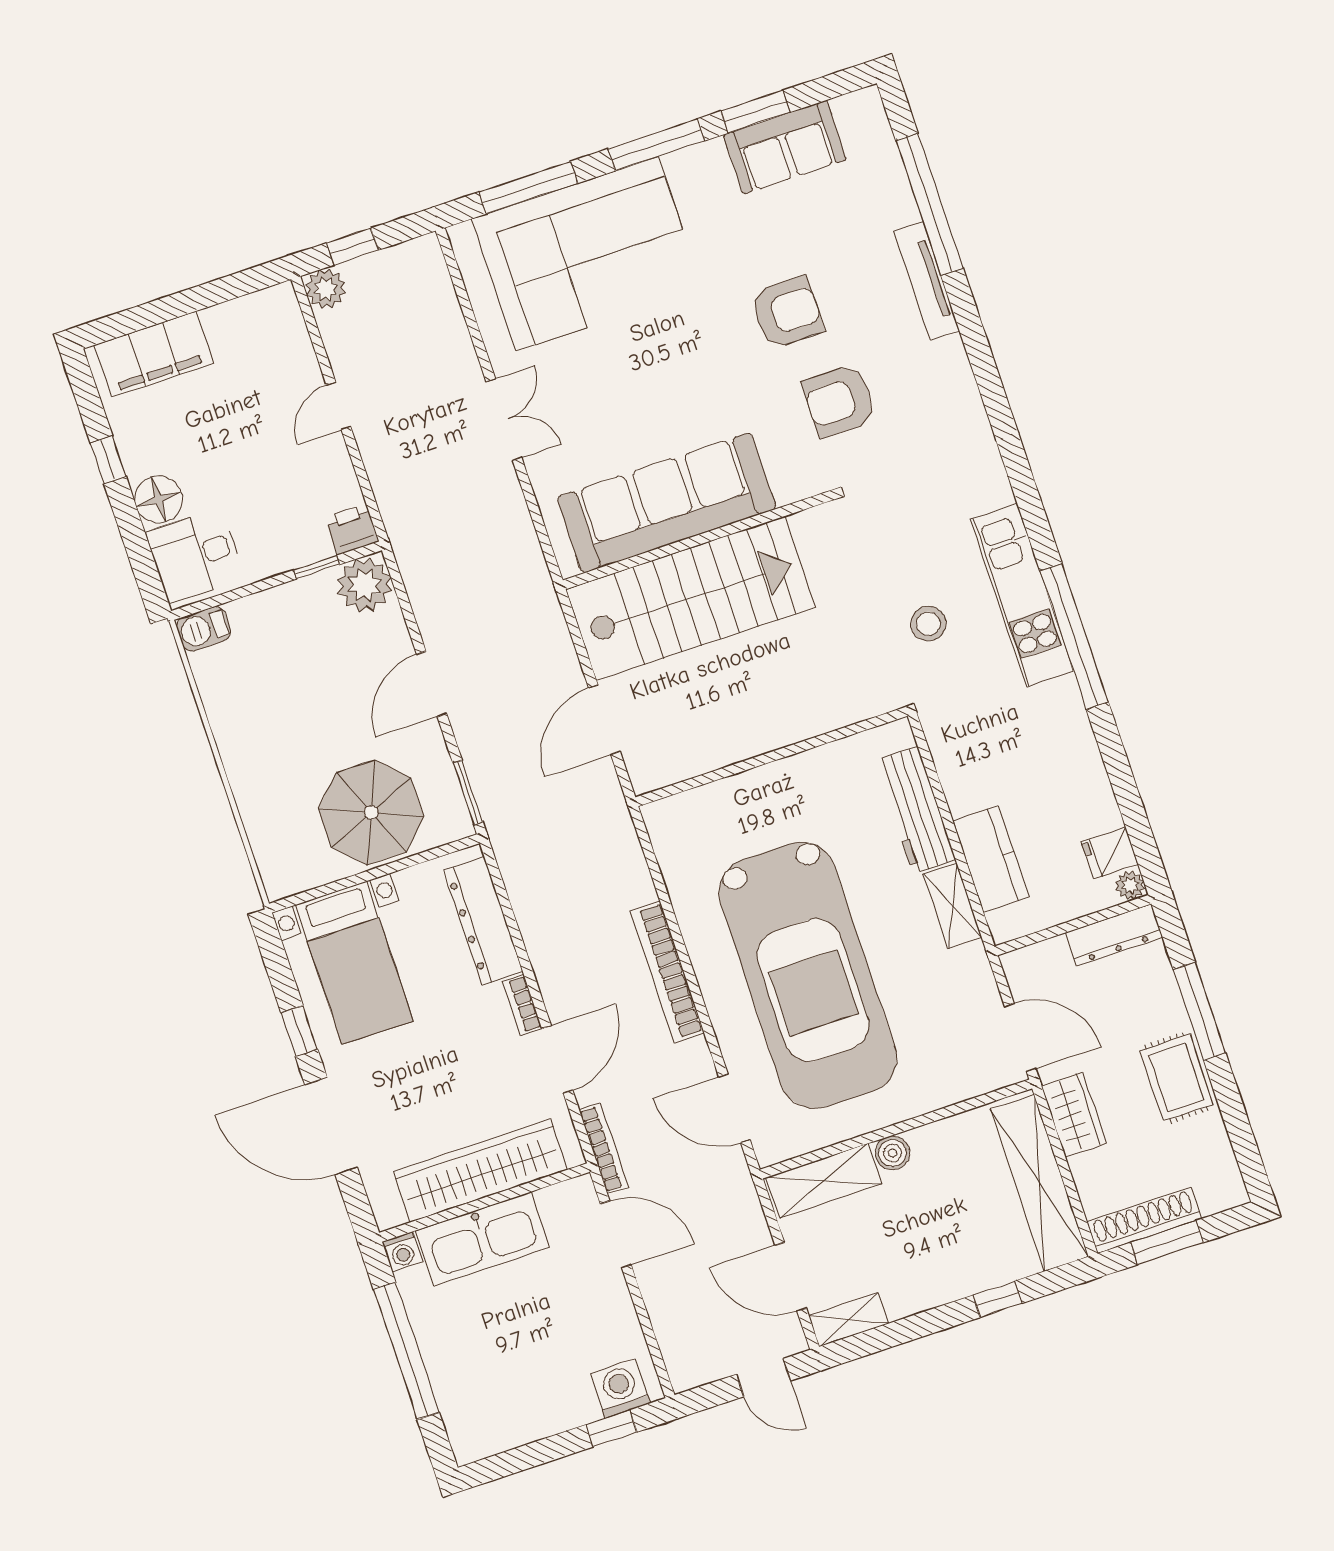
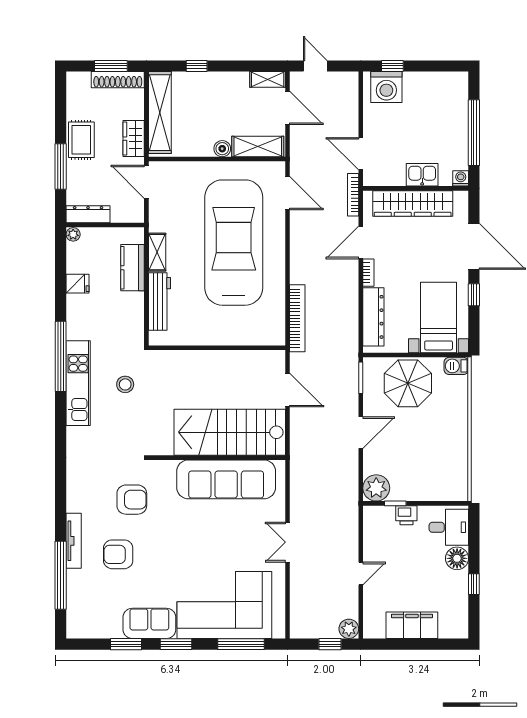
window: (656, 145) -> (176, 644), width x0.69
sofa: (785, 147) -> (149, 623), moved
armchair: (787, 313) -> (118, 554), moved
filing cabinet: (154, 354) -> (412, 625), moved
printer: (352, 529) -> (406, 515), moved
barbecue: (204, 629) -> (456, 366), moved, turned 180
door: (604, 720) -> (287, 390), hinge flipped
fridge: (1110, 853) -> (78, 284), moved
bookcase: (667, 972) -> (297, 318), moved
kitchen sink: (483, 1239) -> (422, 175), width x0.53, depth x0.81
washing machine: (620, 1388) -> (386, 87), width x1.37, depth x1.37

